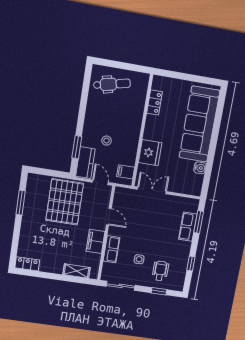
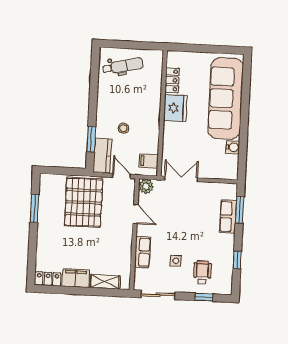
fridge: (150, 153) -> (175, 108), moved
plant: (121, 194) -> (146, 186), added
filing cabinet: (96, 241) -> (76, 278), moved, turned 90

